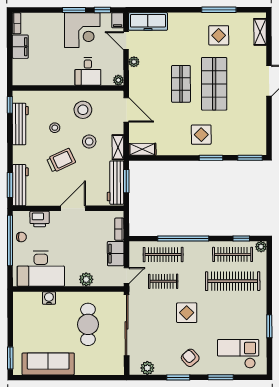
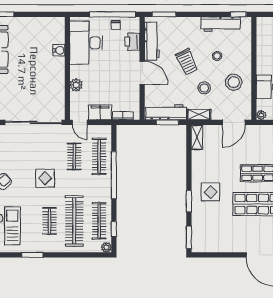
workbench: (20, 185) -> (152, 41), moved, turned -90
clothes rail: (233, 308) -> (49, 221), added
cafe table: (88, 324) -> (34, 87), removed

